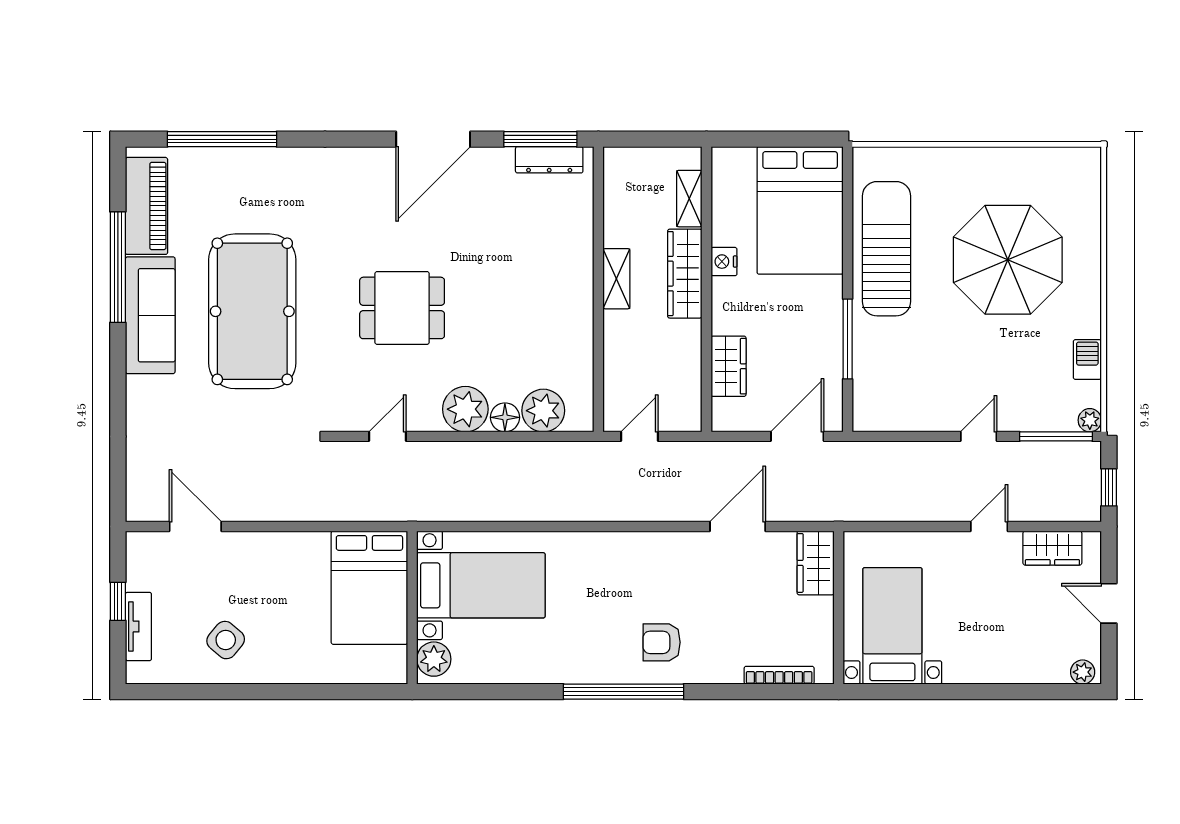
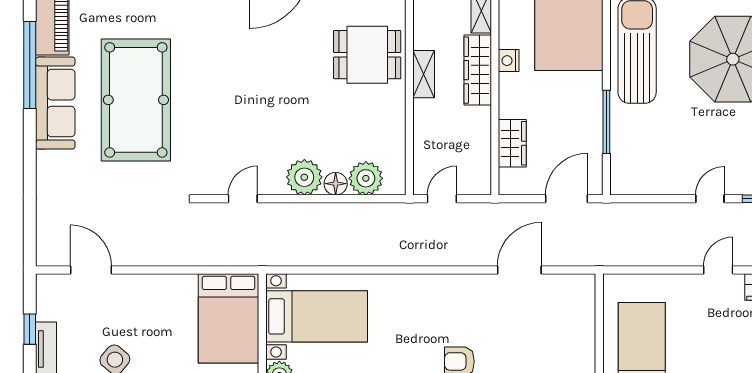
dining table: (402, 308) -> (367, 55), moved
wardrobe: (816, 563) -> (581, 299), removed

